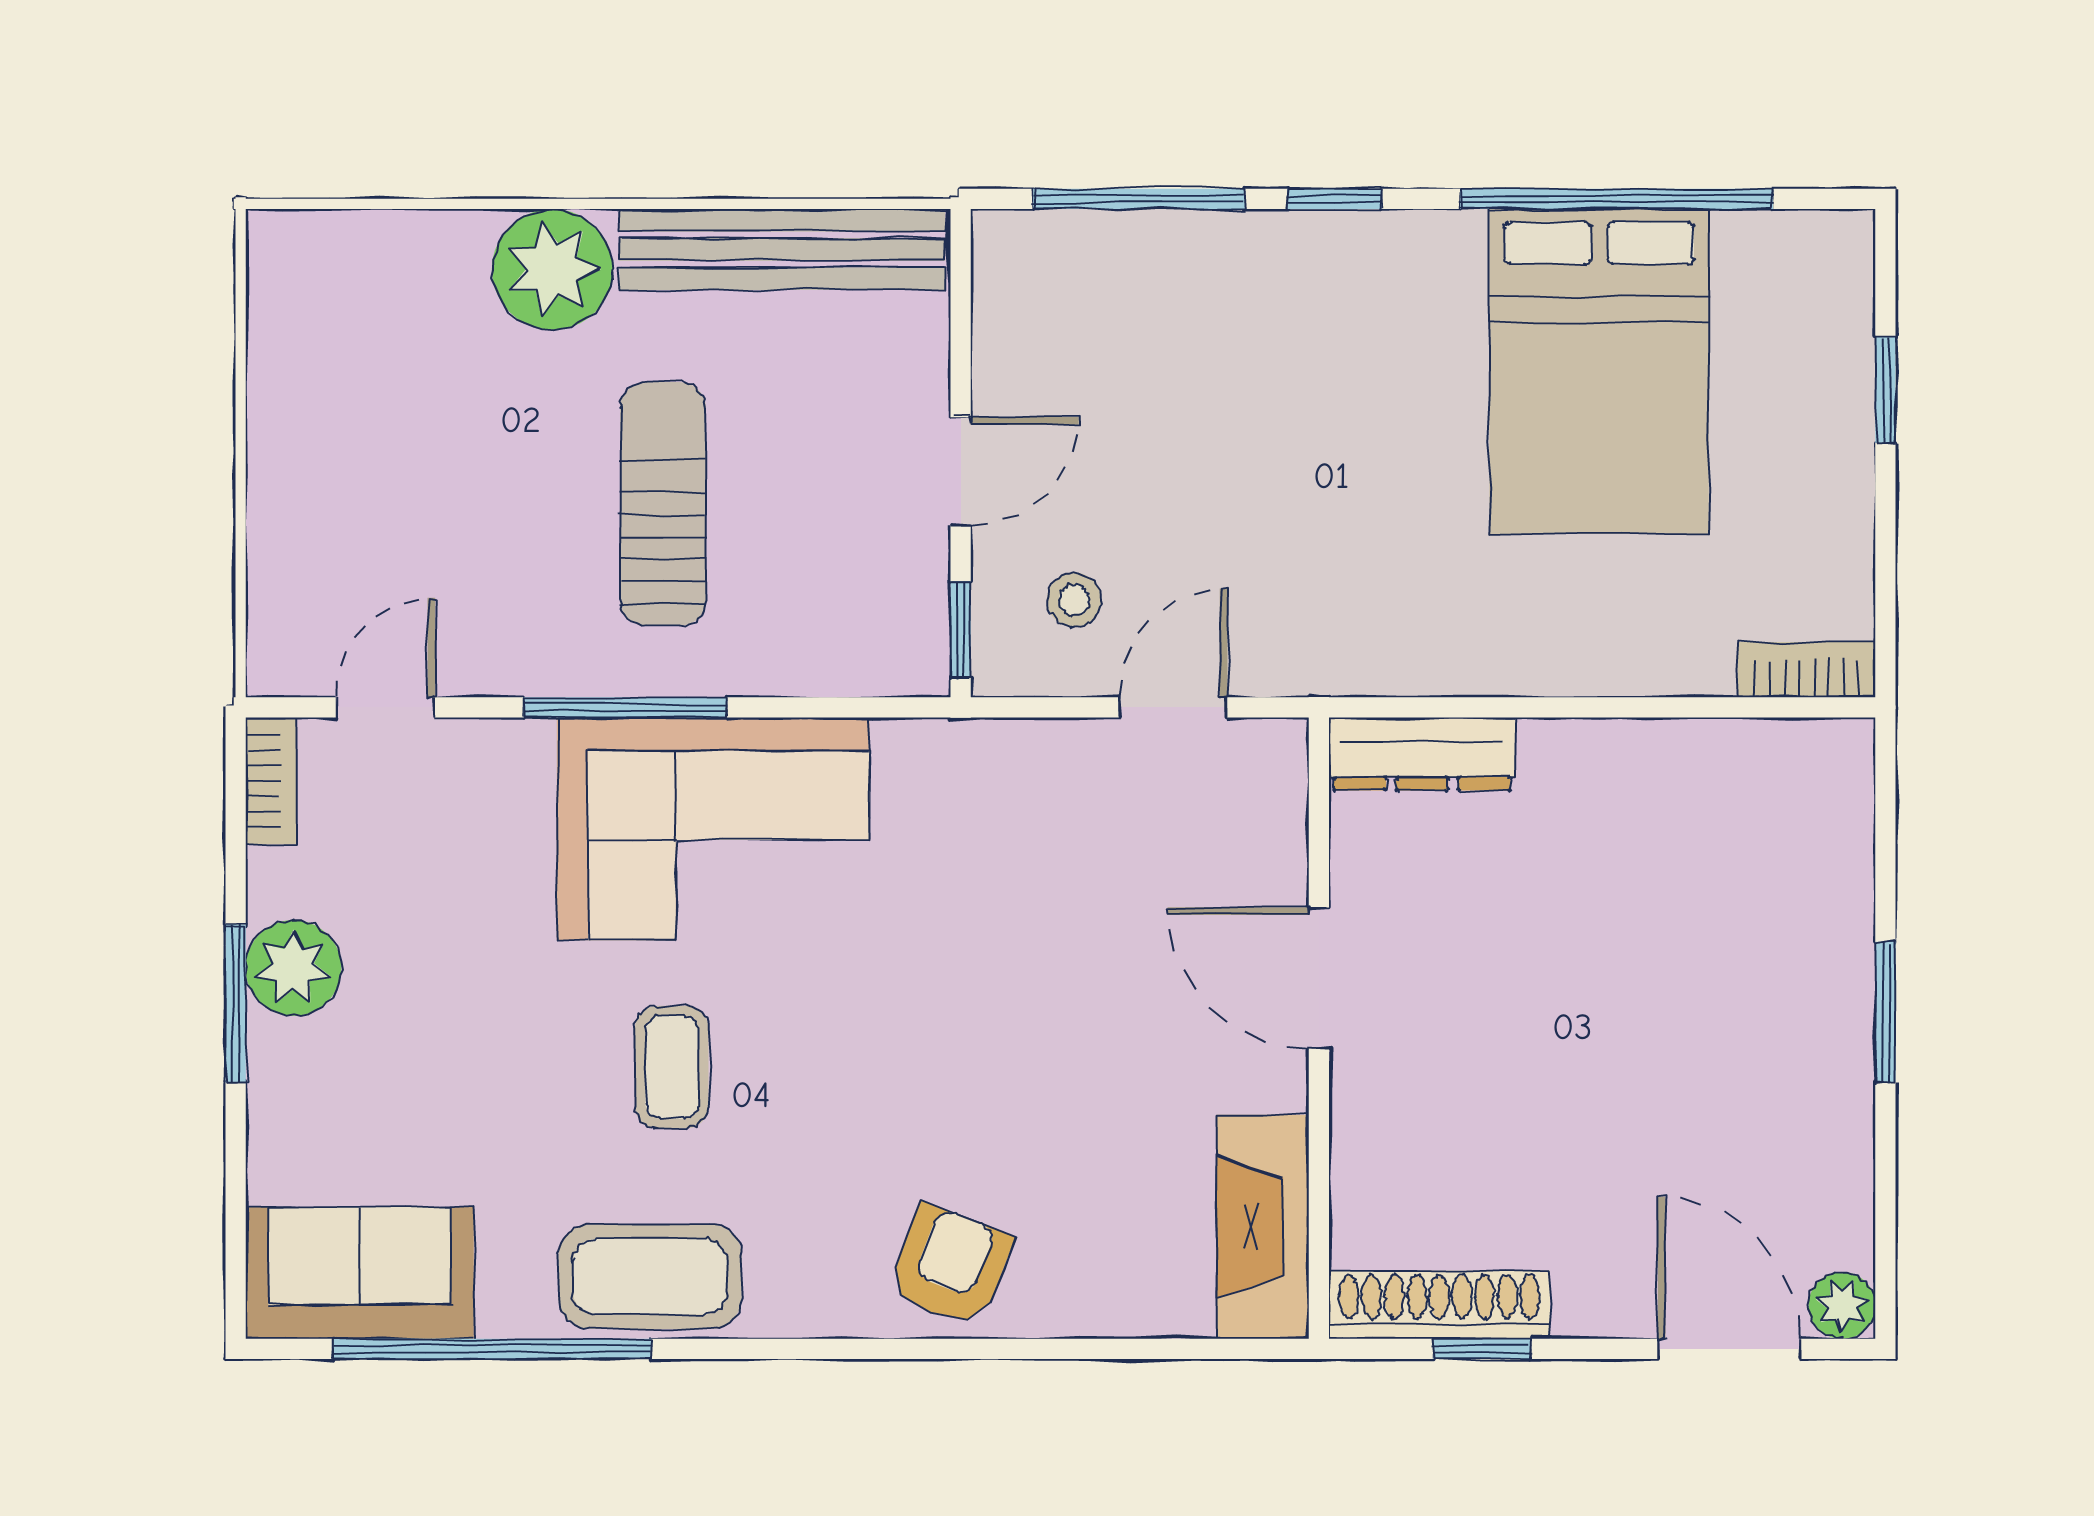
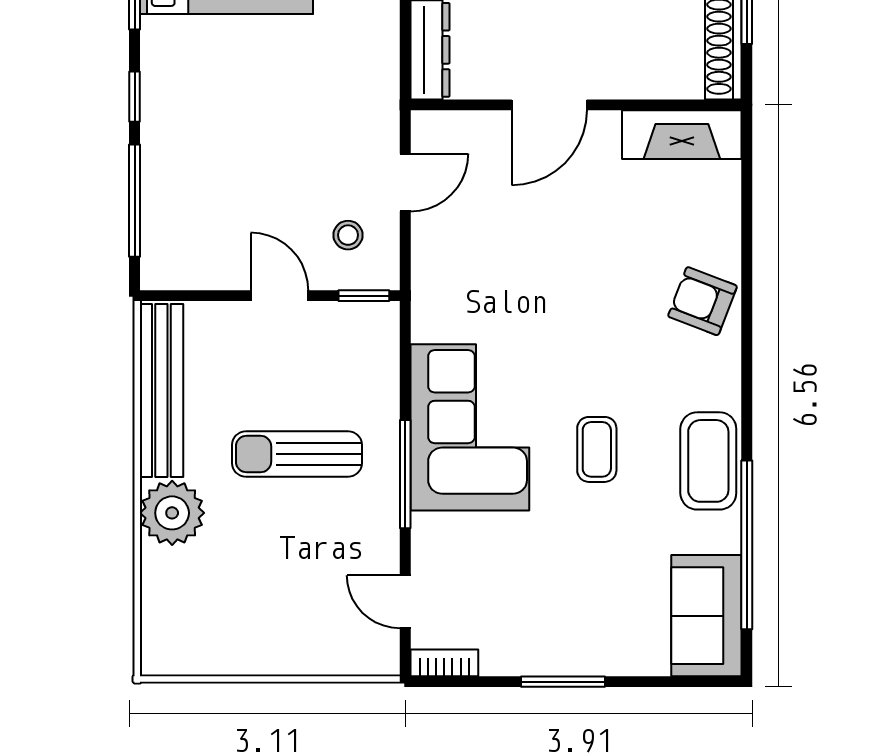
door: (1173, 707) -> (405, 182), swing flipped
plant: (293, 968) -> (544, 651), removed
coffee table: (672, 1067) -> (597, 449), turned 90

